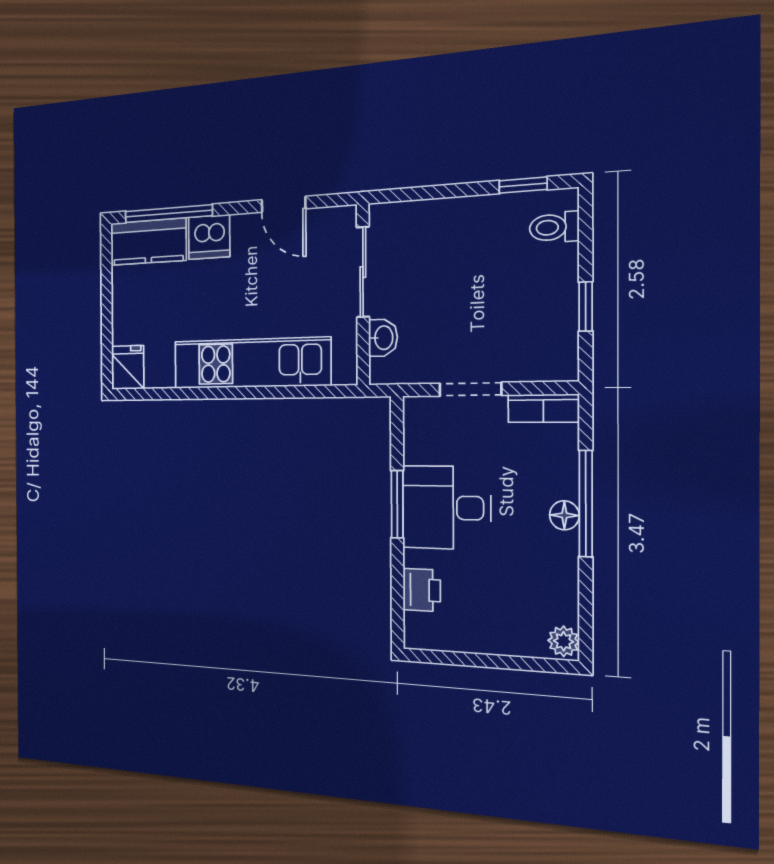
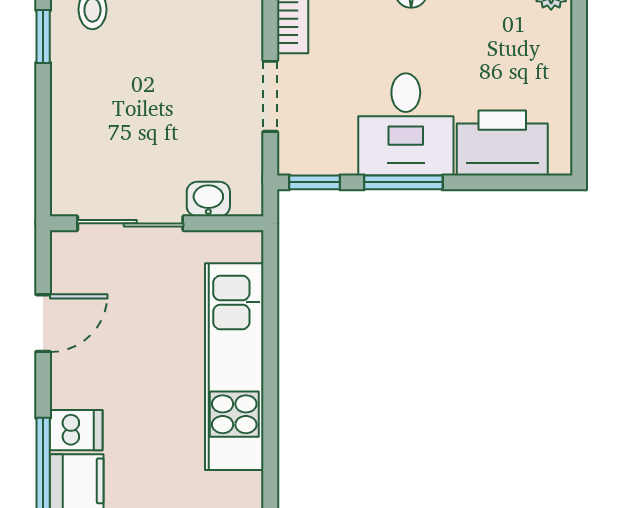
dishwasher: (209, 237) -> (76, 430), width x0.73
window: (397, 428) -> (315, 182), added
printer: (422, 590) -> (502, 143), width x1.87, depth x1.48

